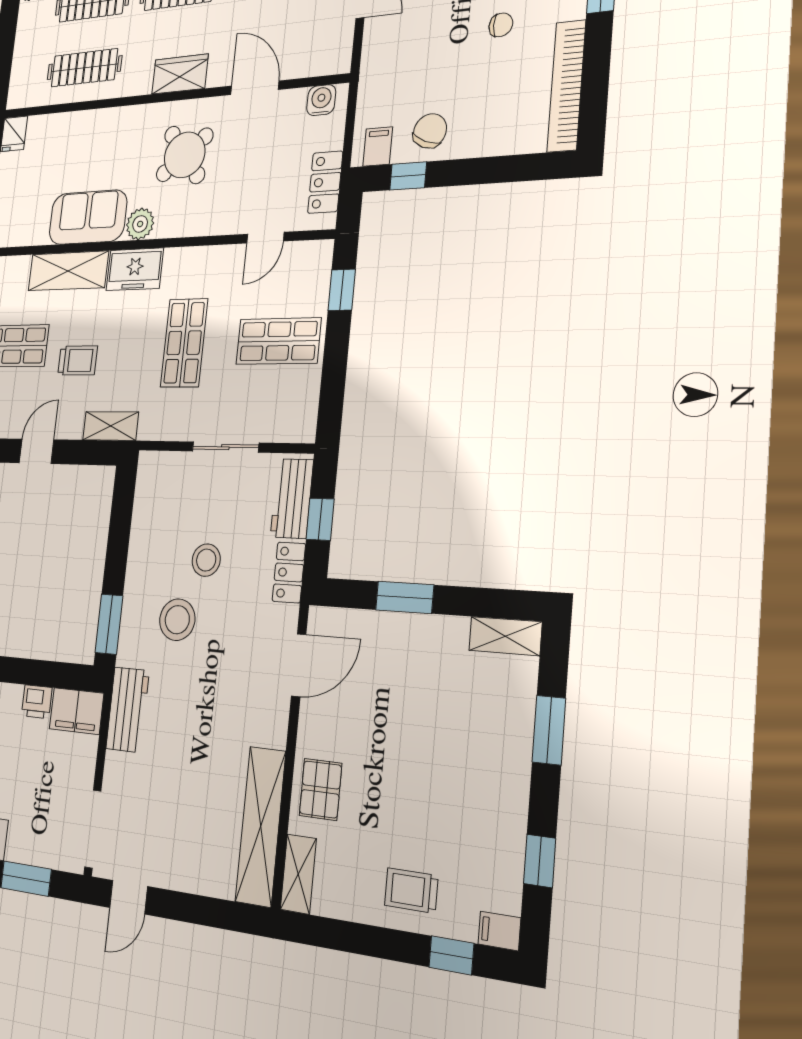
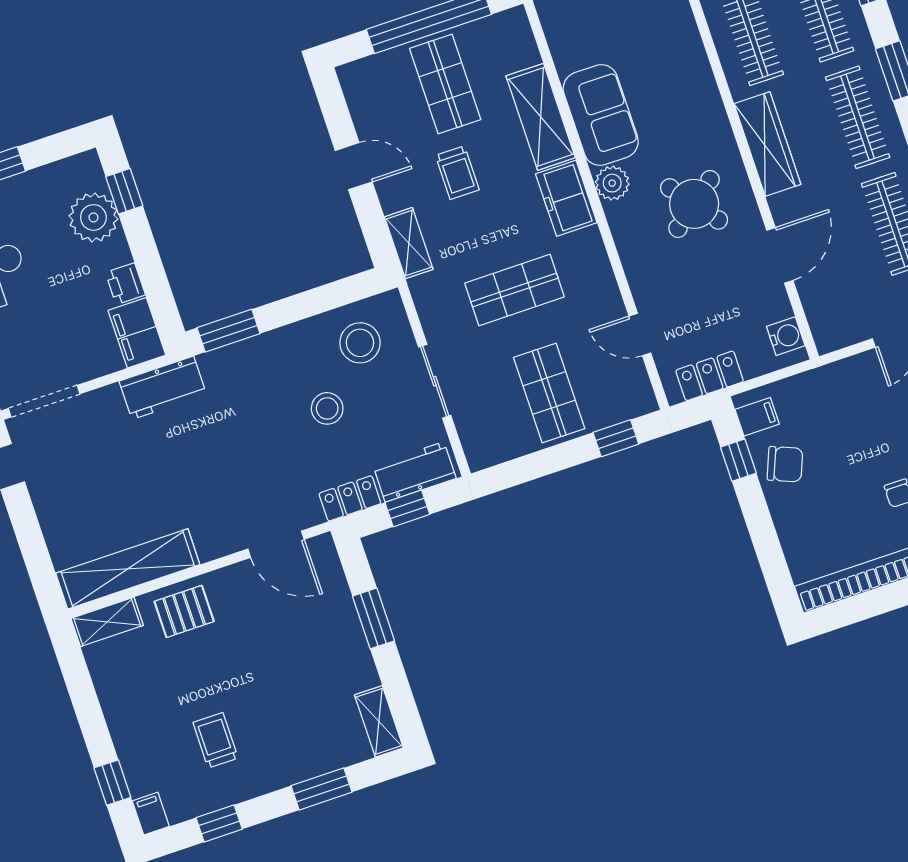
wardrobe: (180, 74) -> (767, 144), width x1.50
stool: (177, 620) -> (360, 343), moved
trolley: (411, 891) -> (216, 740), moved

